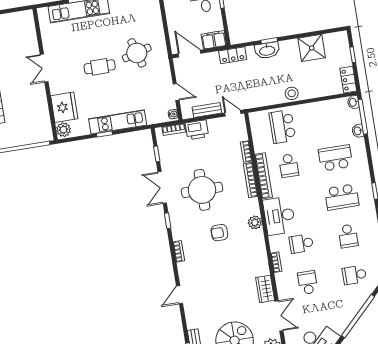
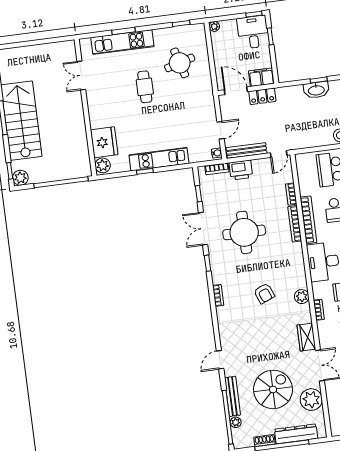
round table: (137, 53) -> (180, 63), moved
locker: (233, 55) -> (262, 96), moved
cafe table: (100, 67) -> (145, 87), moved, turned 90
double door: (44, 68) -> (81, 75), moved
door: (176, 92) -> (221, 130), hinge flipped
bench: (207, 110) -> (246, 150), width x1.36
door: (233, 113) -> (279, 154), swing flipped
plant: (255, 222) -> (302, 297), moved
armchair: (219, 233) -> (264, 293), moved, turned -112
door: (180, 295) -> (220, 360), moved

